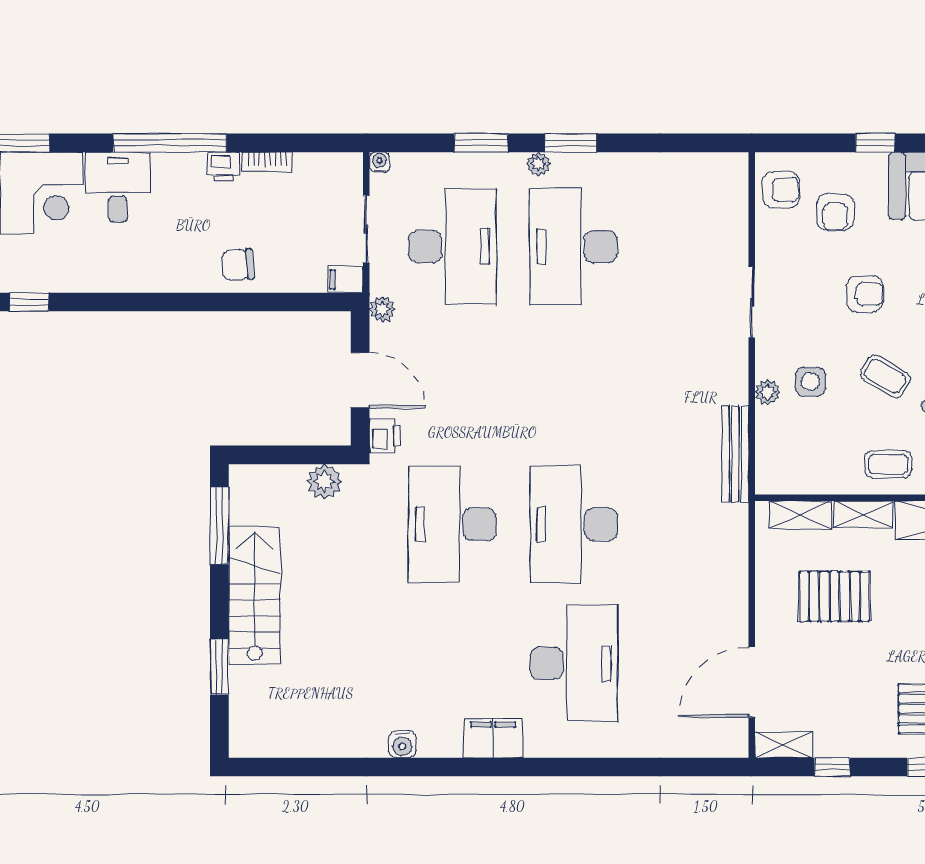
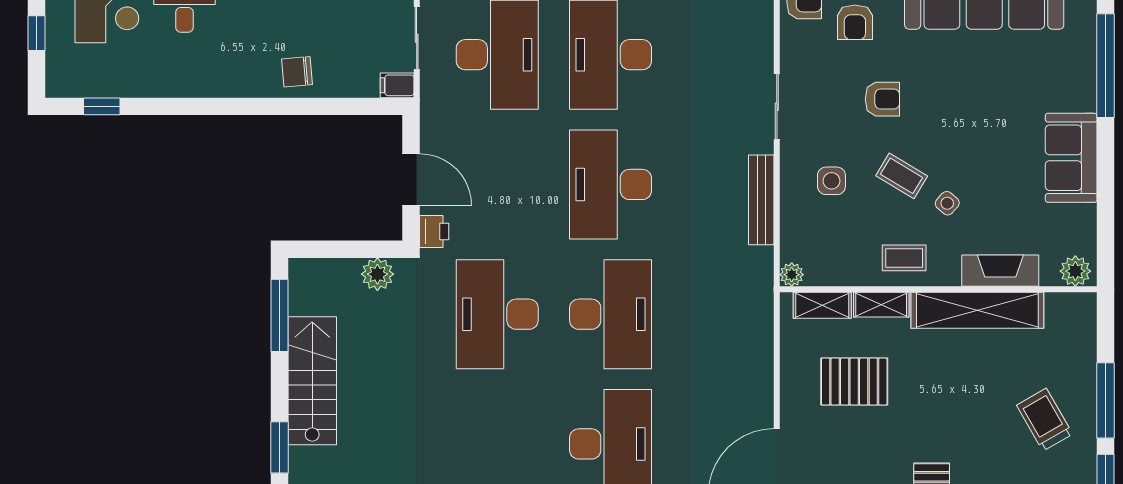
plant: (382, 309) -> (431, 113), removed
desk: (574, 385) -> (611, 184), added
plant: (768, 392) -> (792, 275), moved
bench: (735, 454) -> (761, 200), moved
desk: (574, 524) -> (611, 314), turned 180

